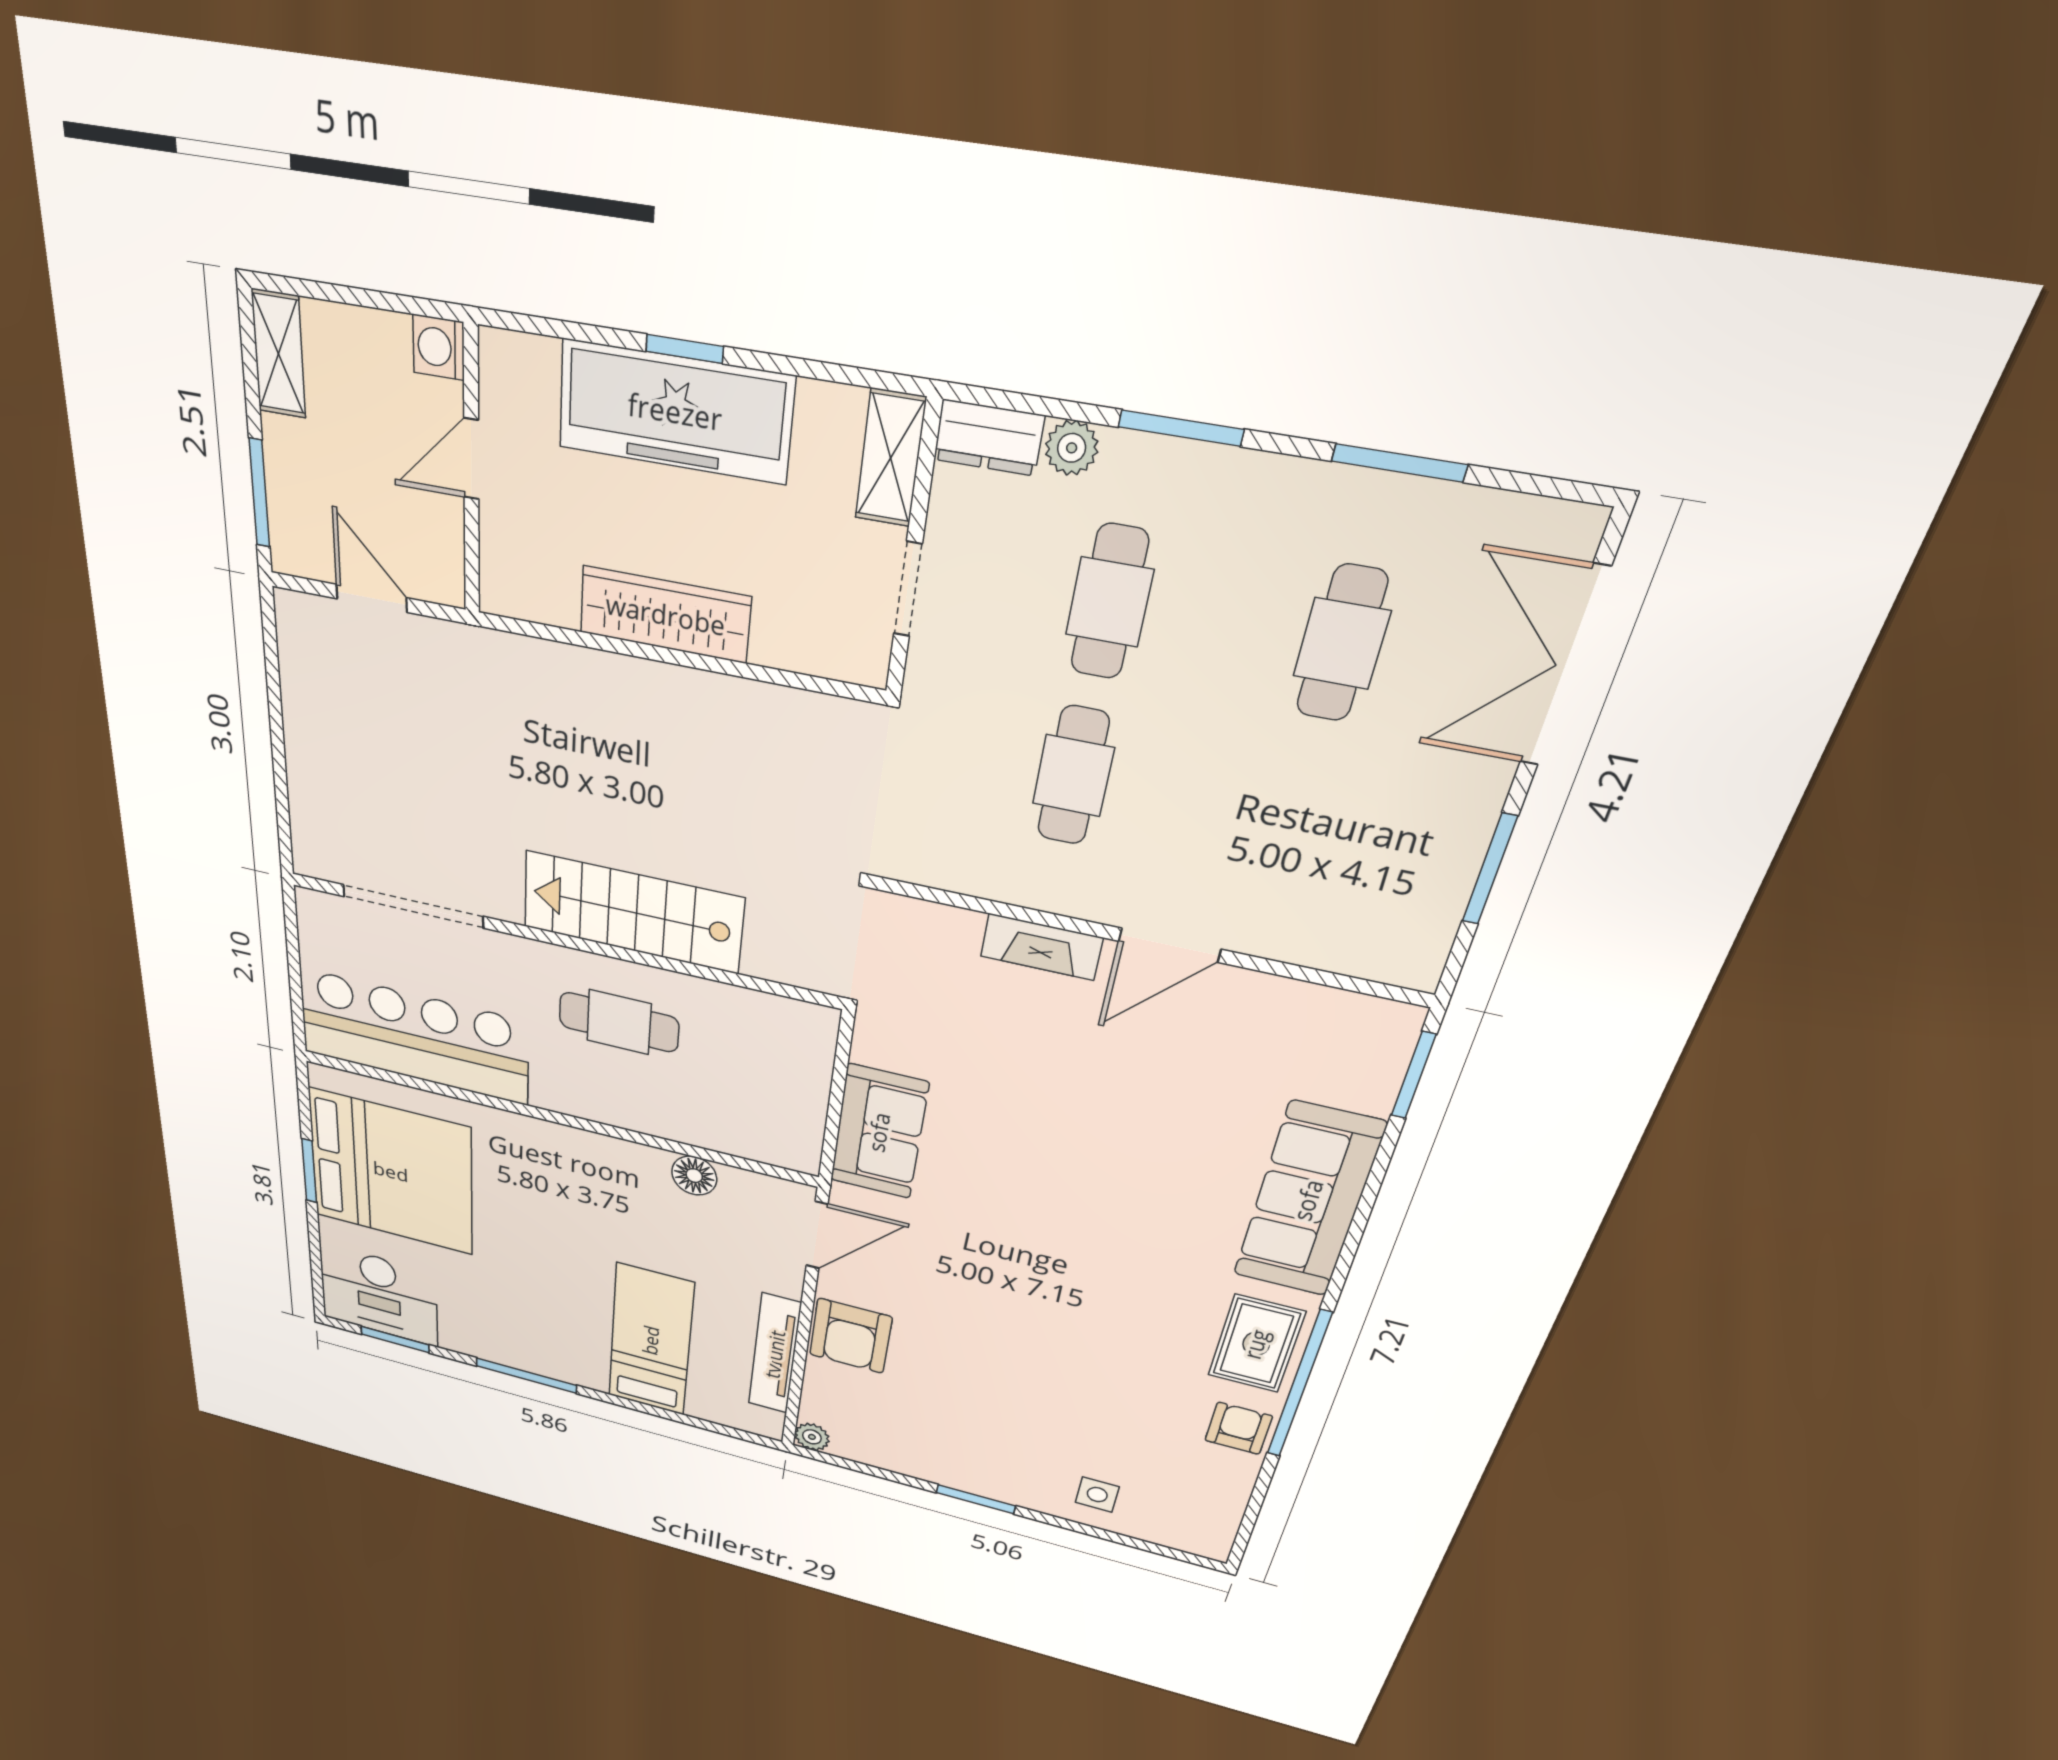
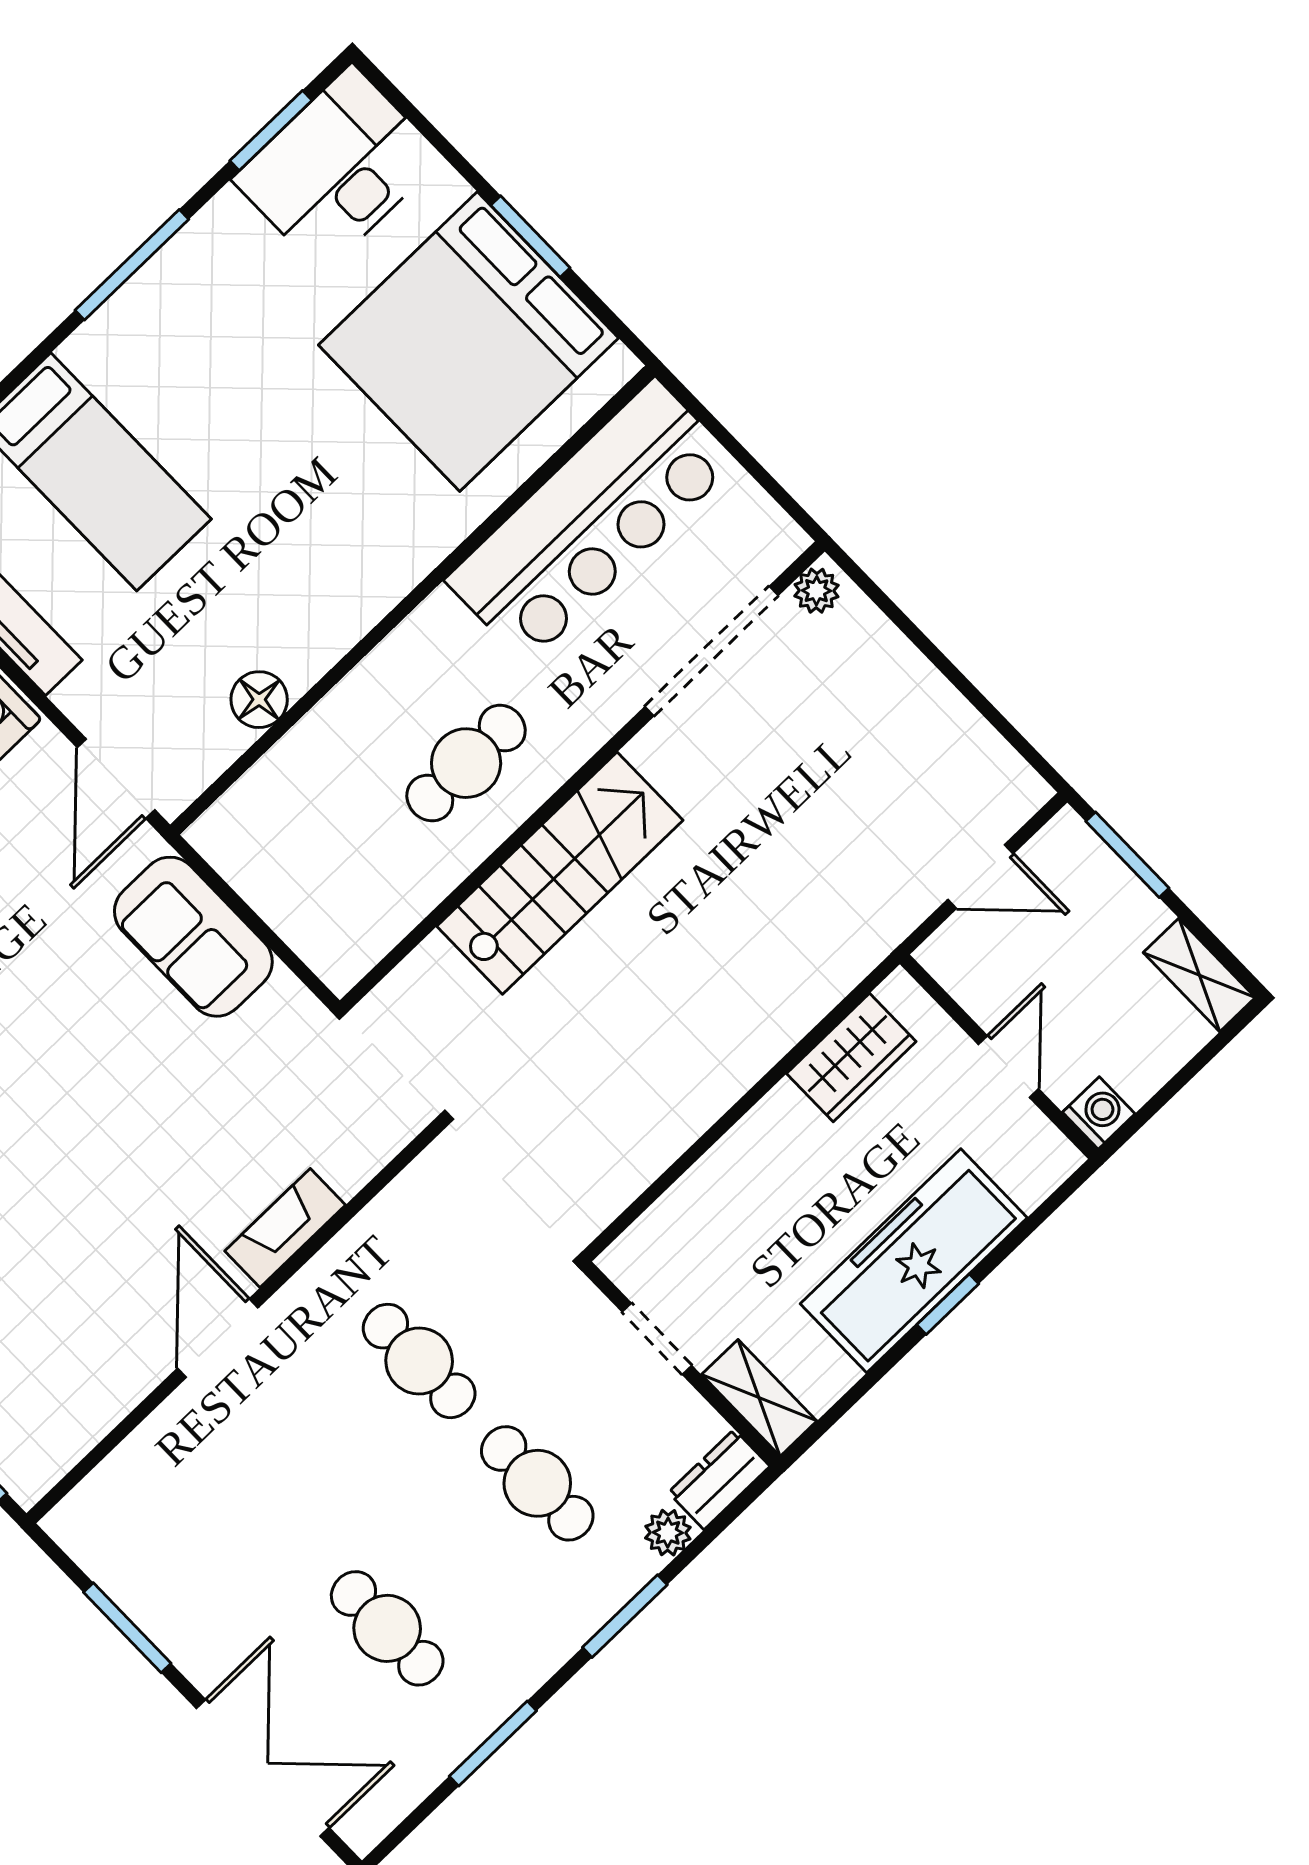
wardrobe: (665, 615) -> (851, 1058), moved, width x0.67
plant: (318, 862) -> (817, 591), added

